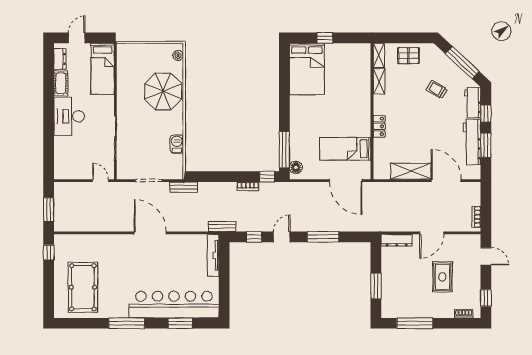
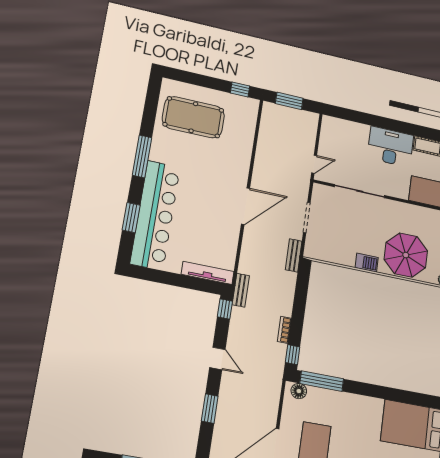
barbecue: (177, 144) -> (367, 263), moved
window: (254, 237) -> (225, 309), moved
window: (323, 237) -> (210, 409), width x0.69

